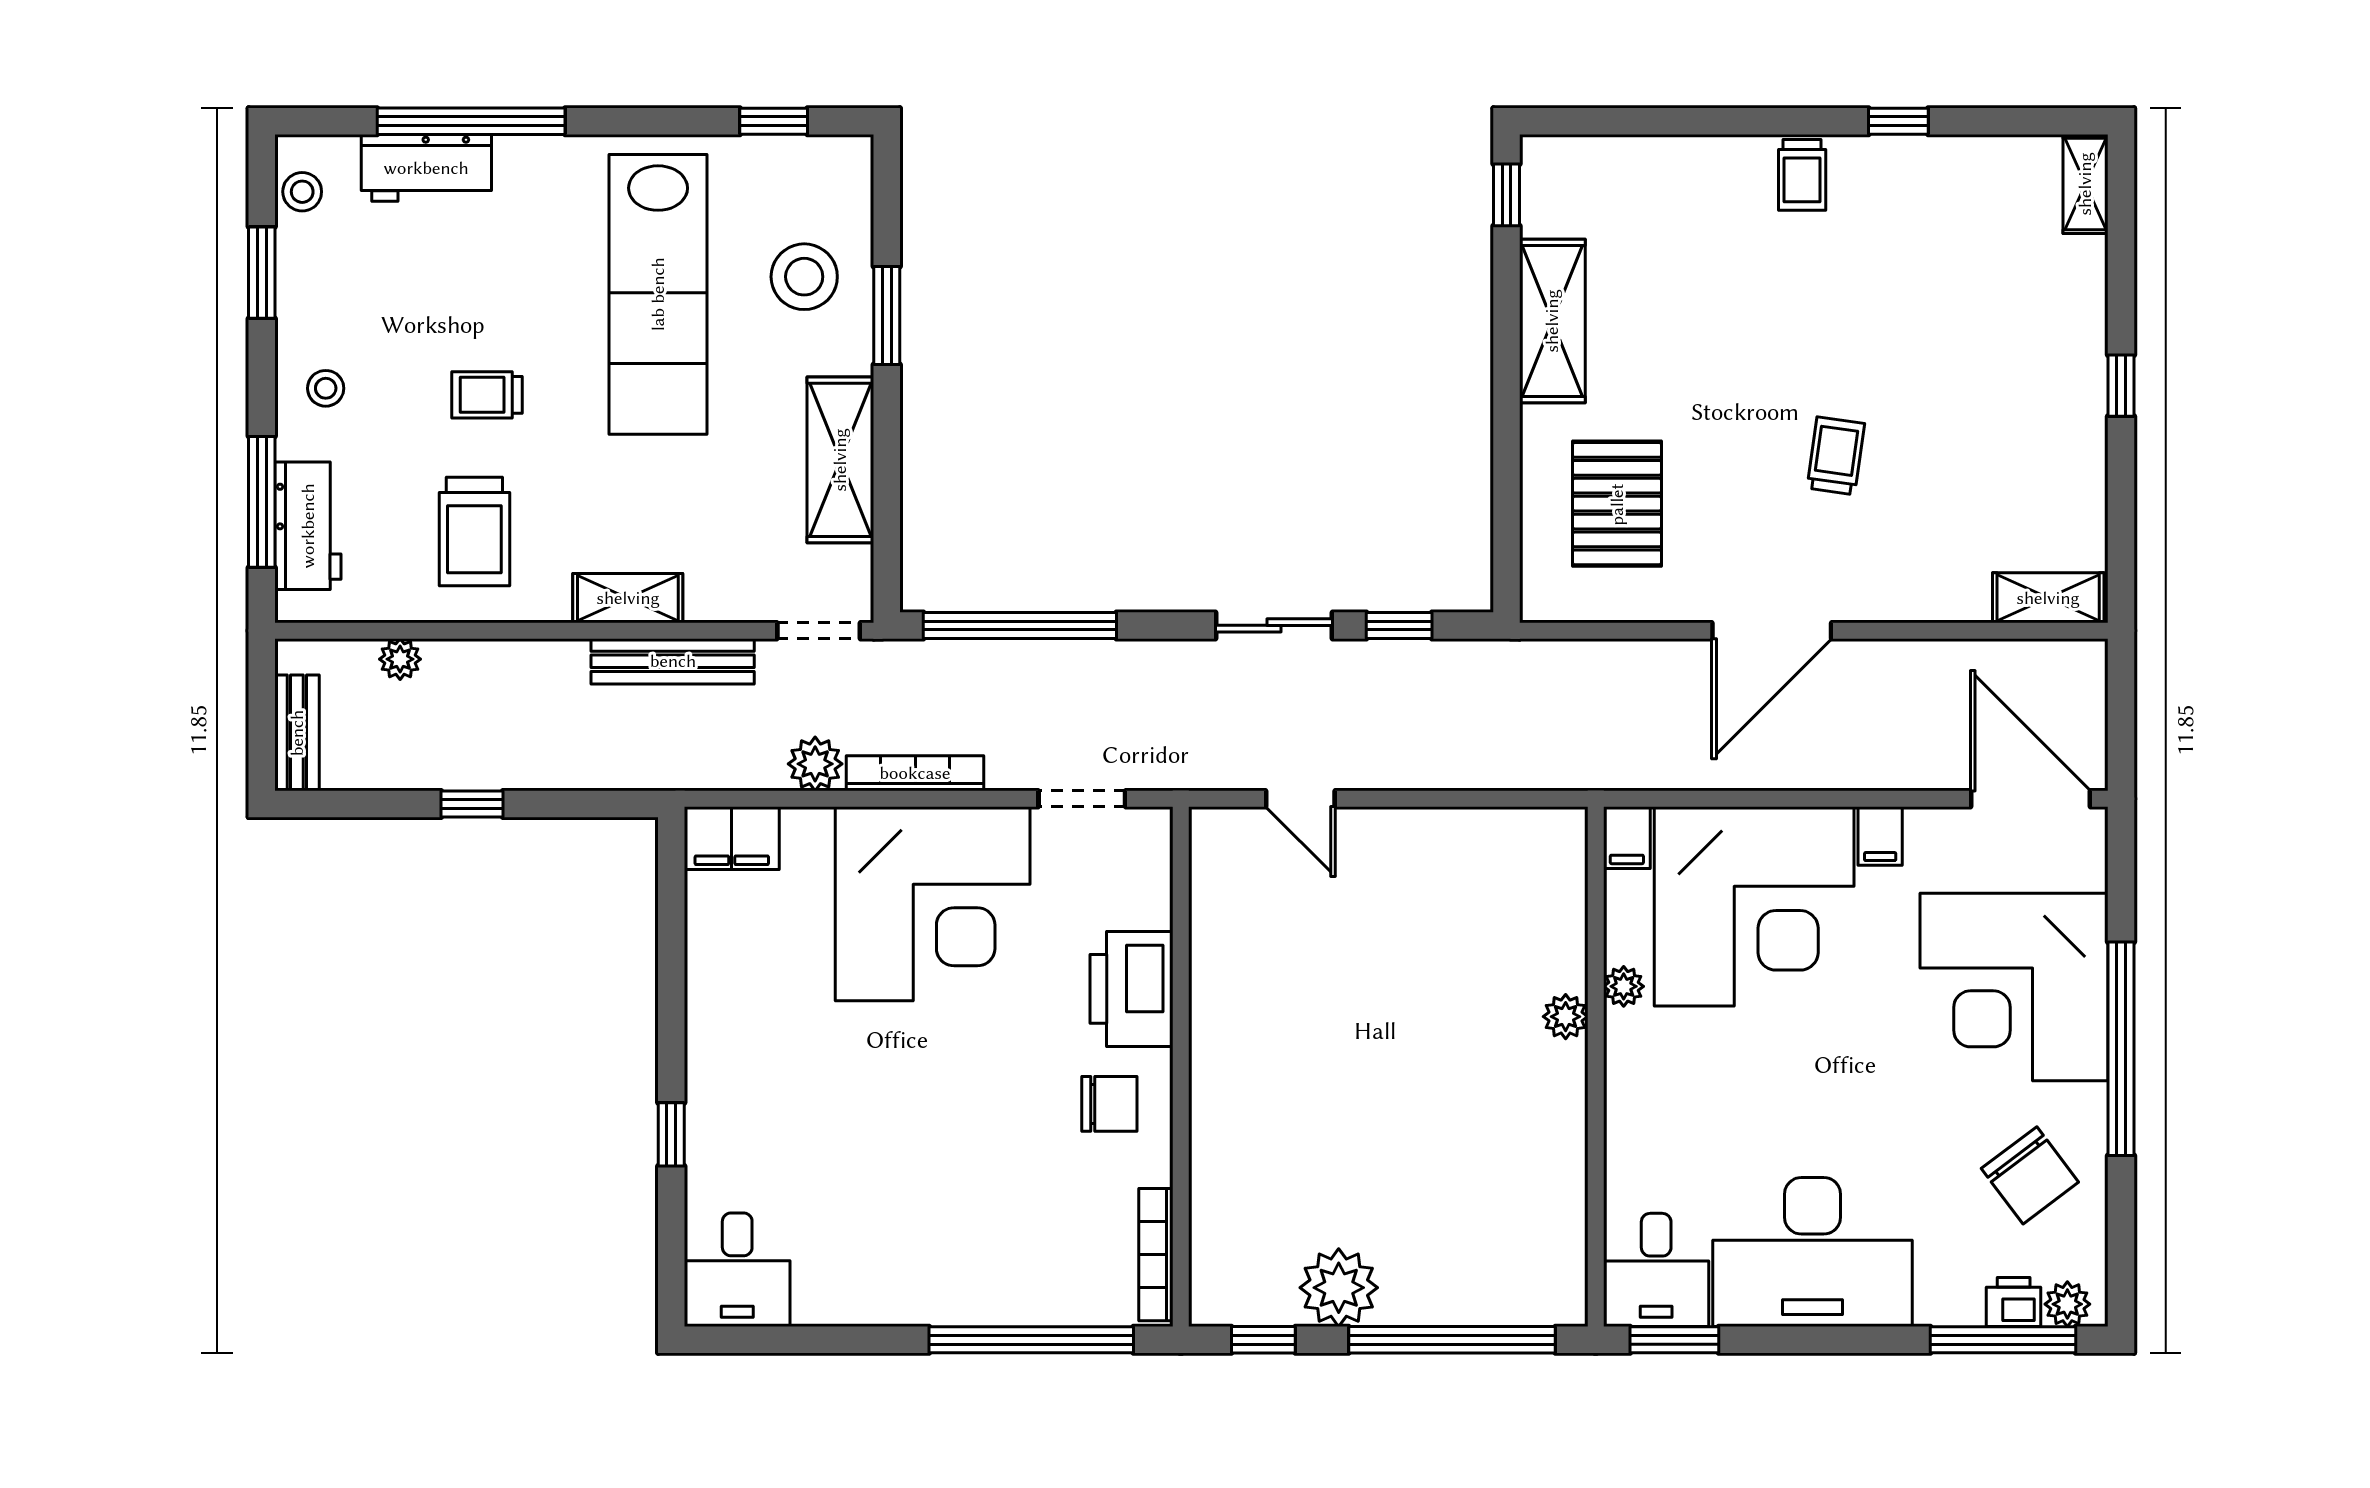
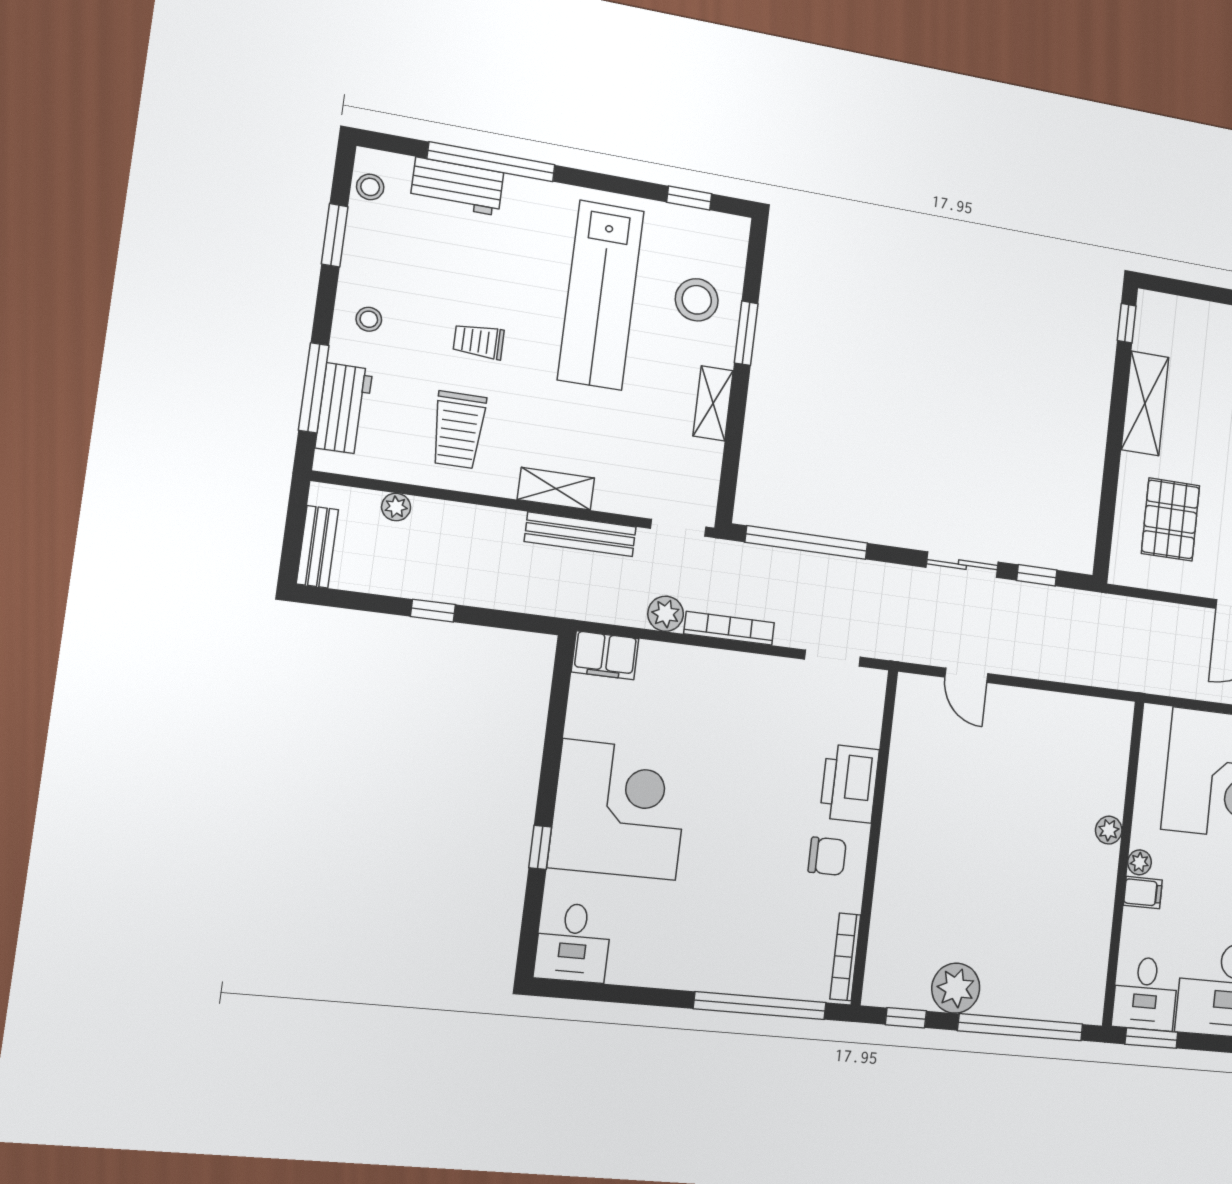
shelving: (840, 460) -> (713, 403), width x0.67, depth x0.75
filing cabinet: (1627, 838) -> (1143, 893), moved, turned -90
corner desk: (933, 904) -> (619, 810), moved, turned -90
plant: (1624, 986) -> (1139, 862), moved

